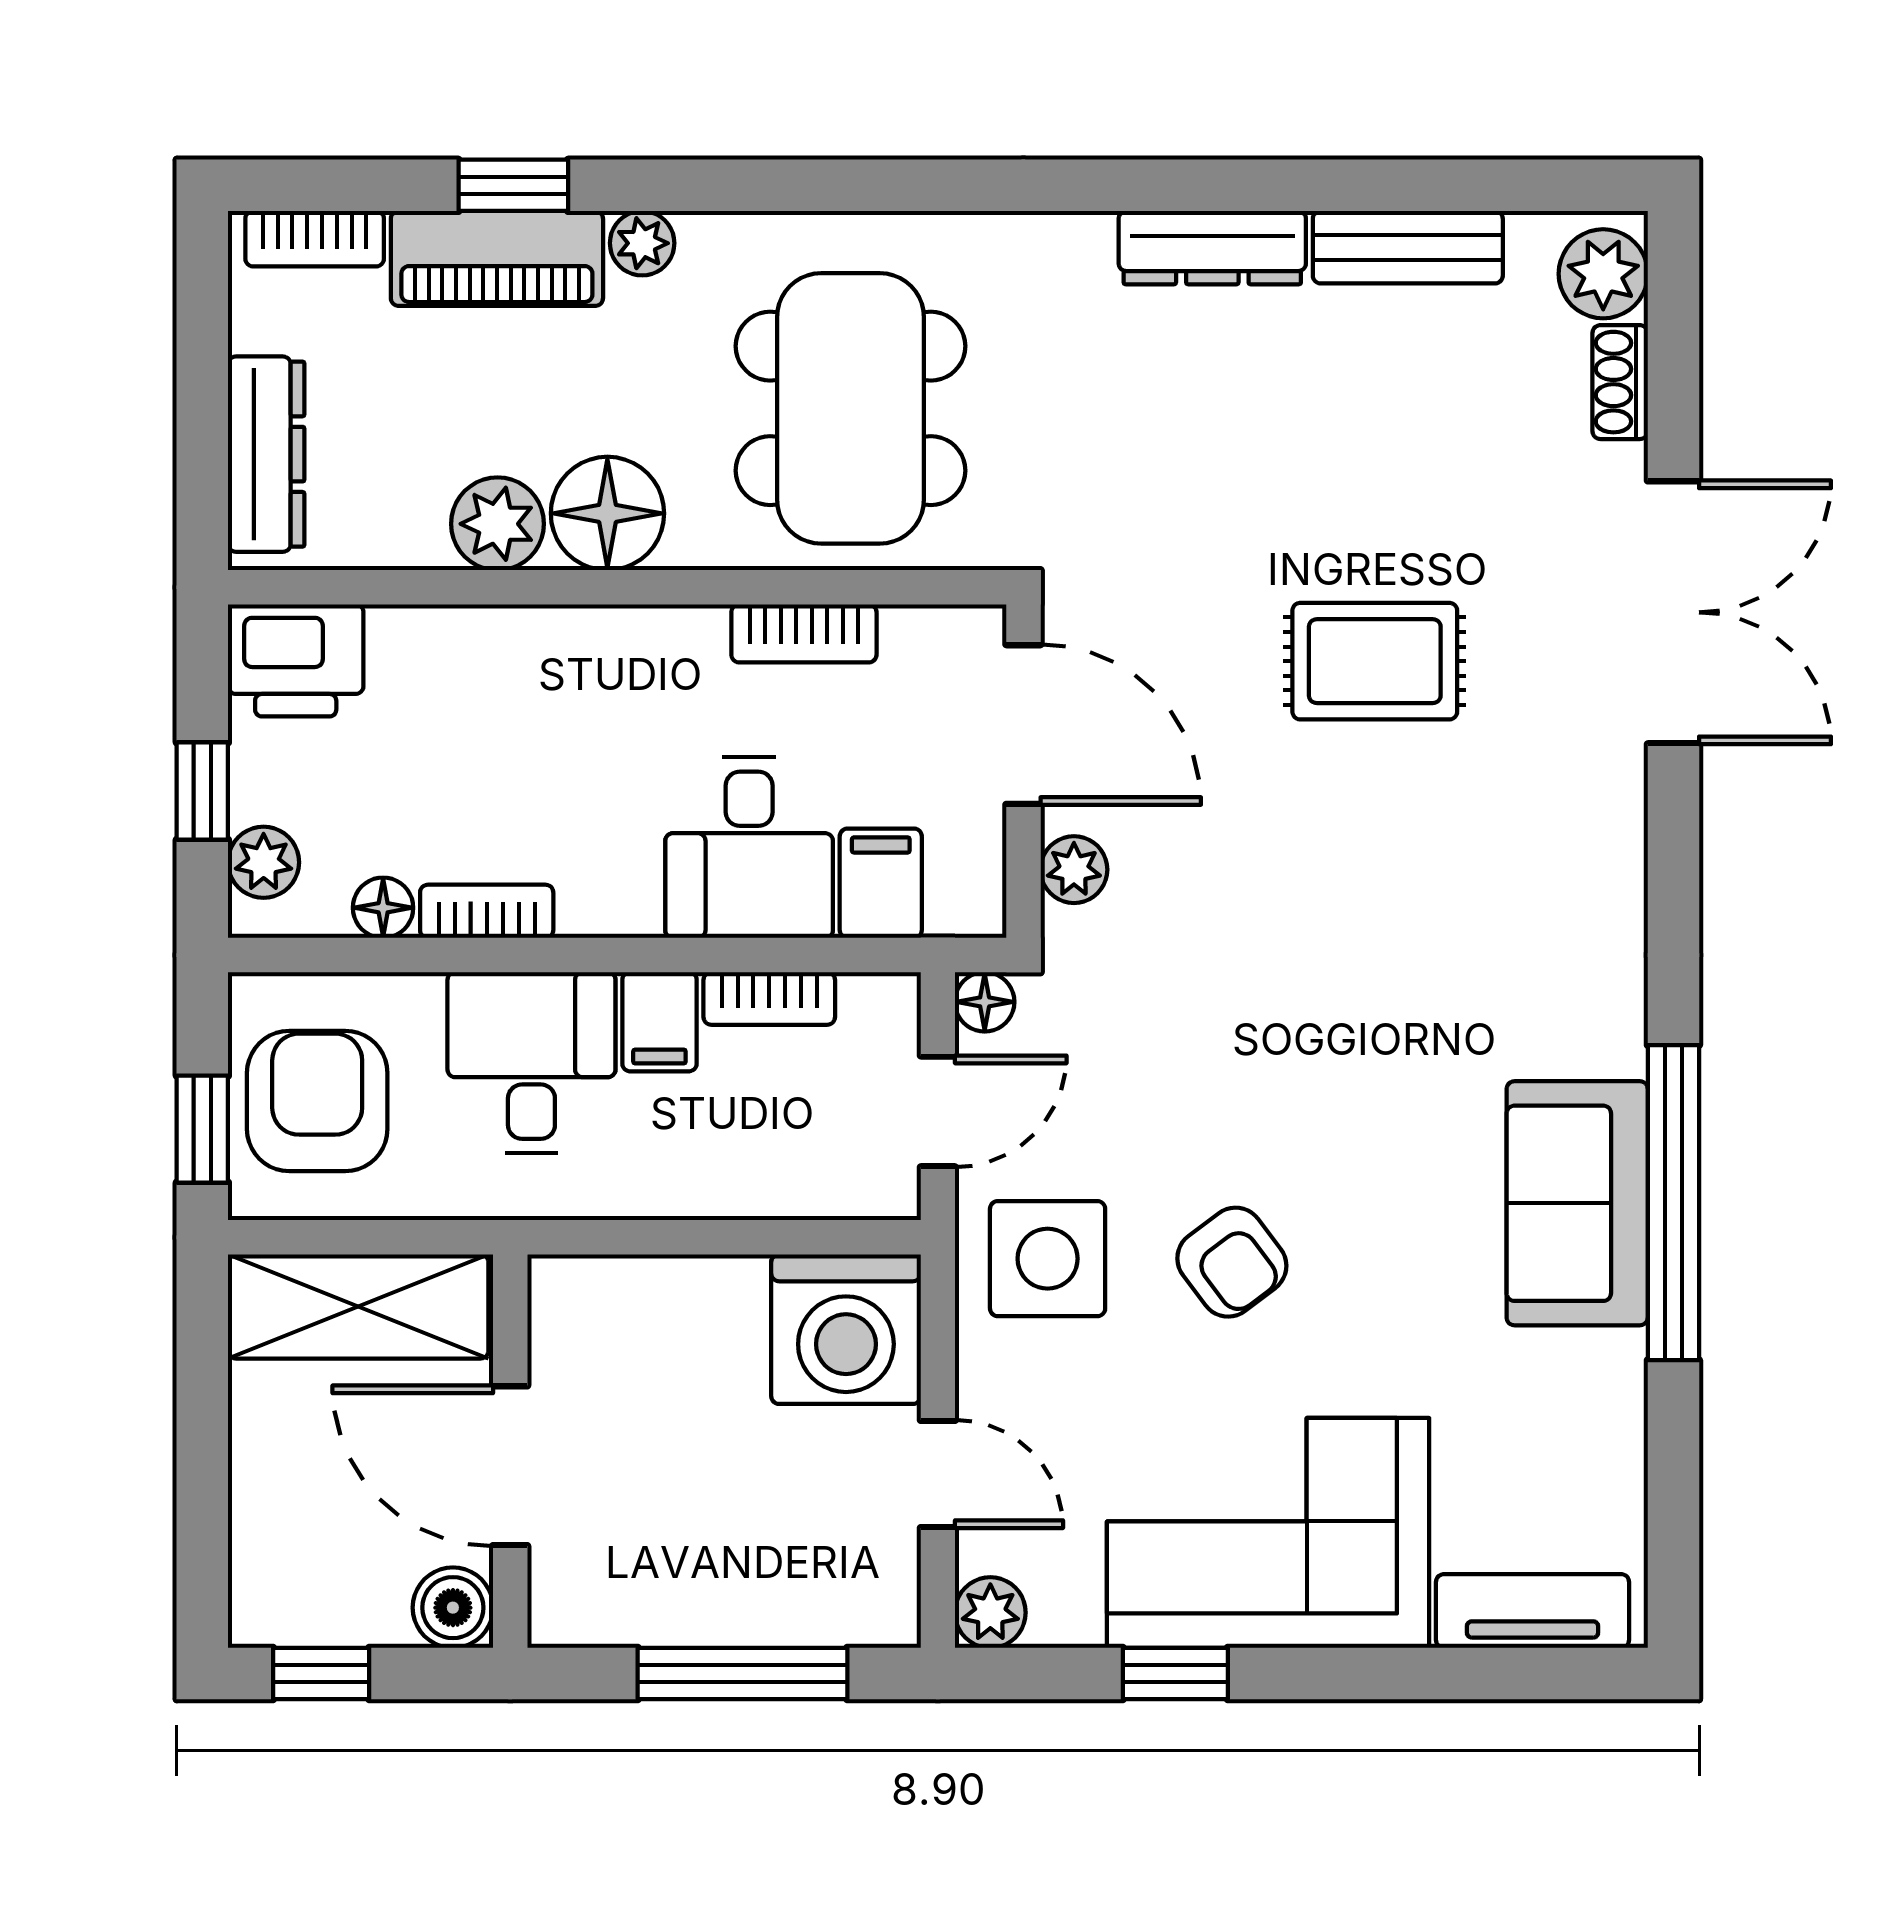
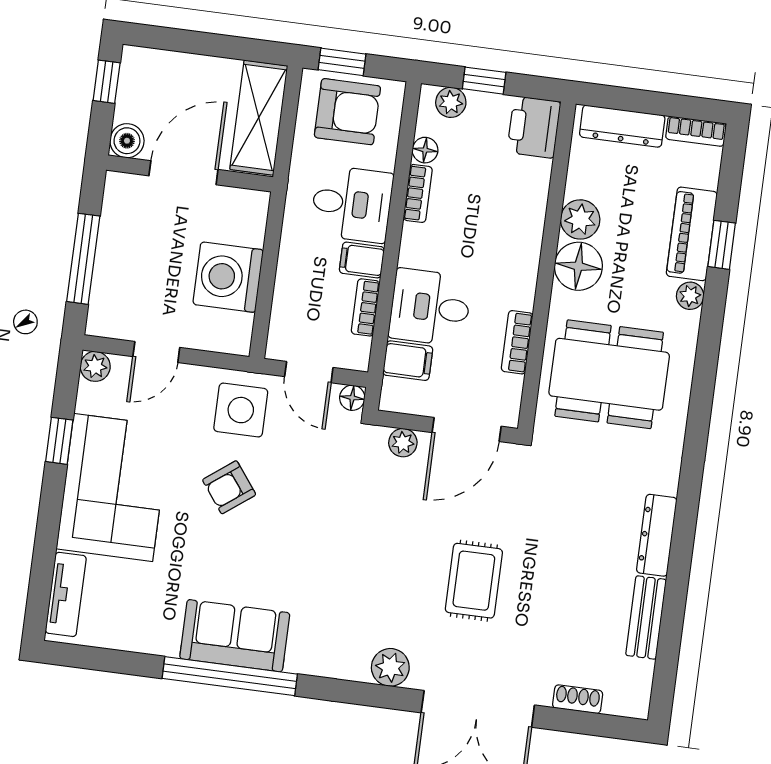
bookcase: (315, 239) -> (696, 131), moved, turned -90
plant: (1603, 274) -> (390, 667), moved
washing machine: (846, 1329) -> (228, 277), moved

